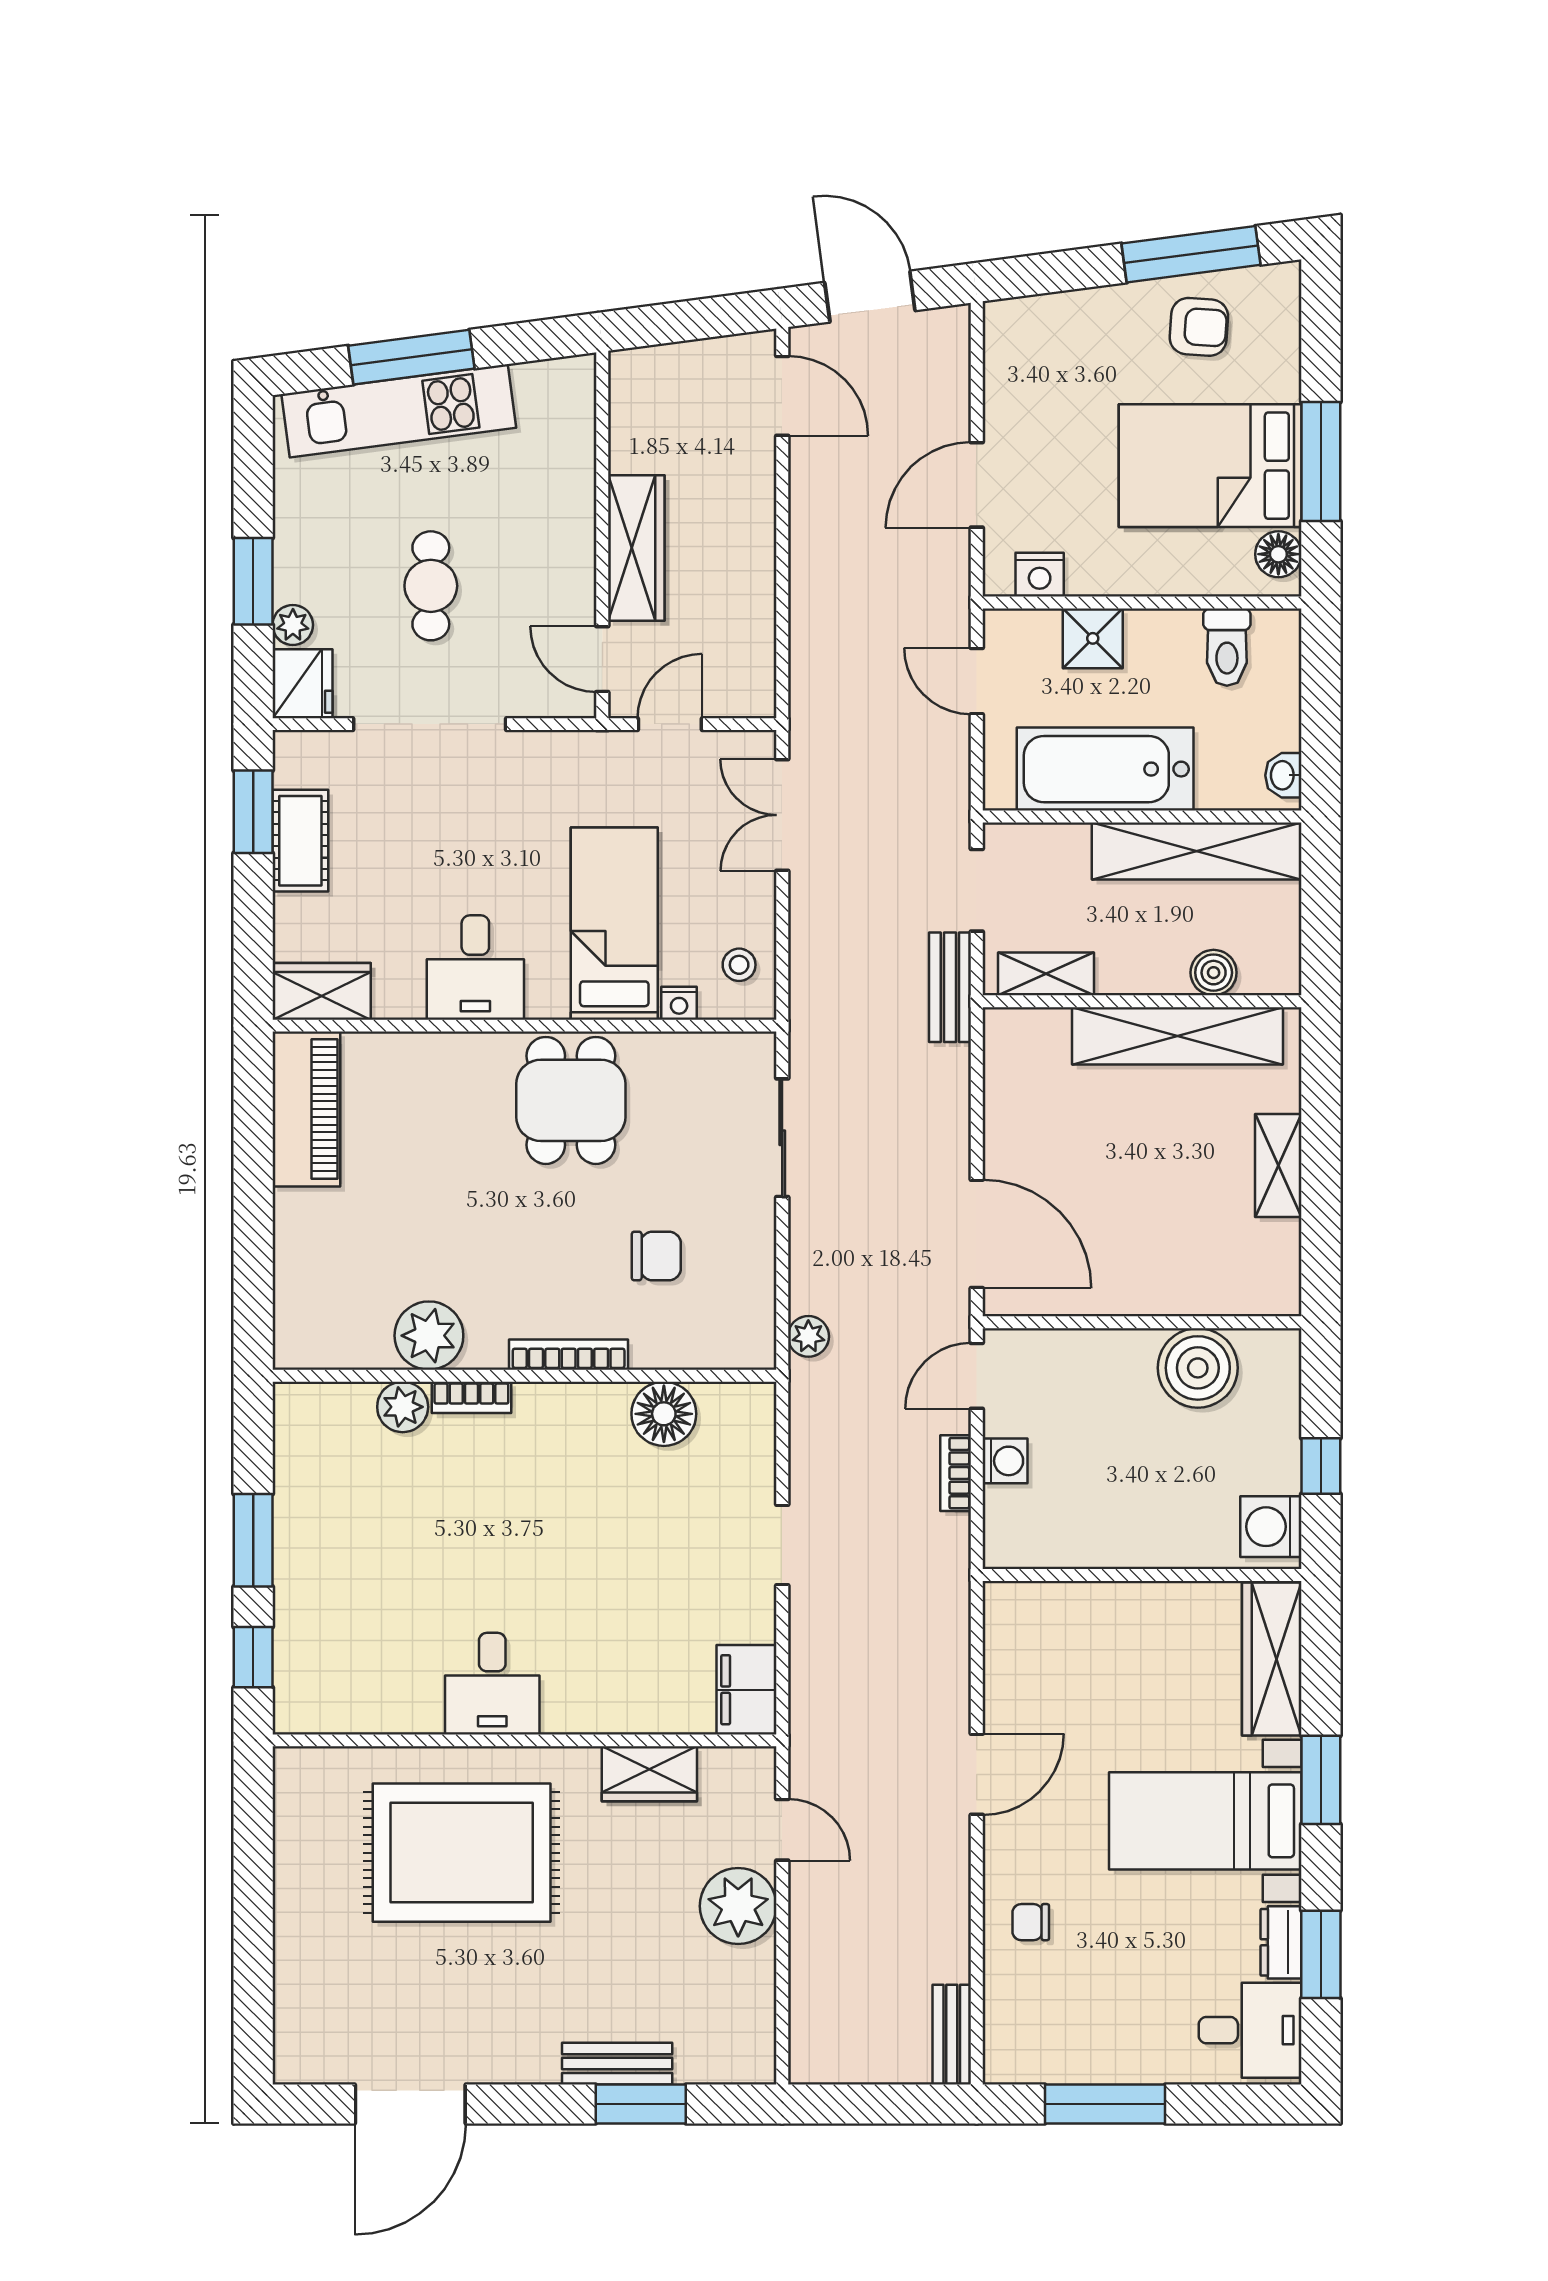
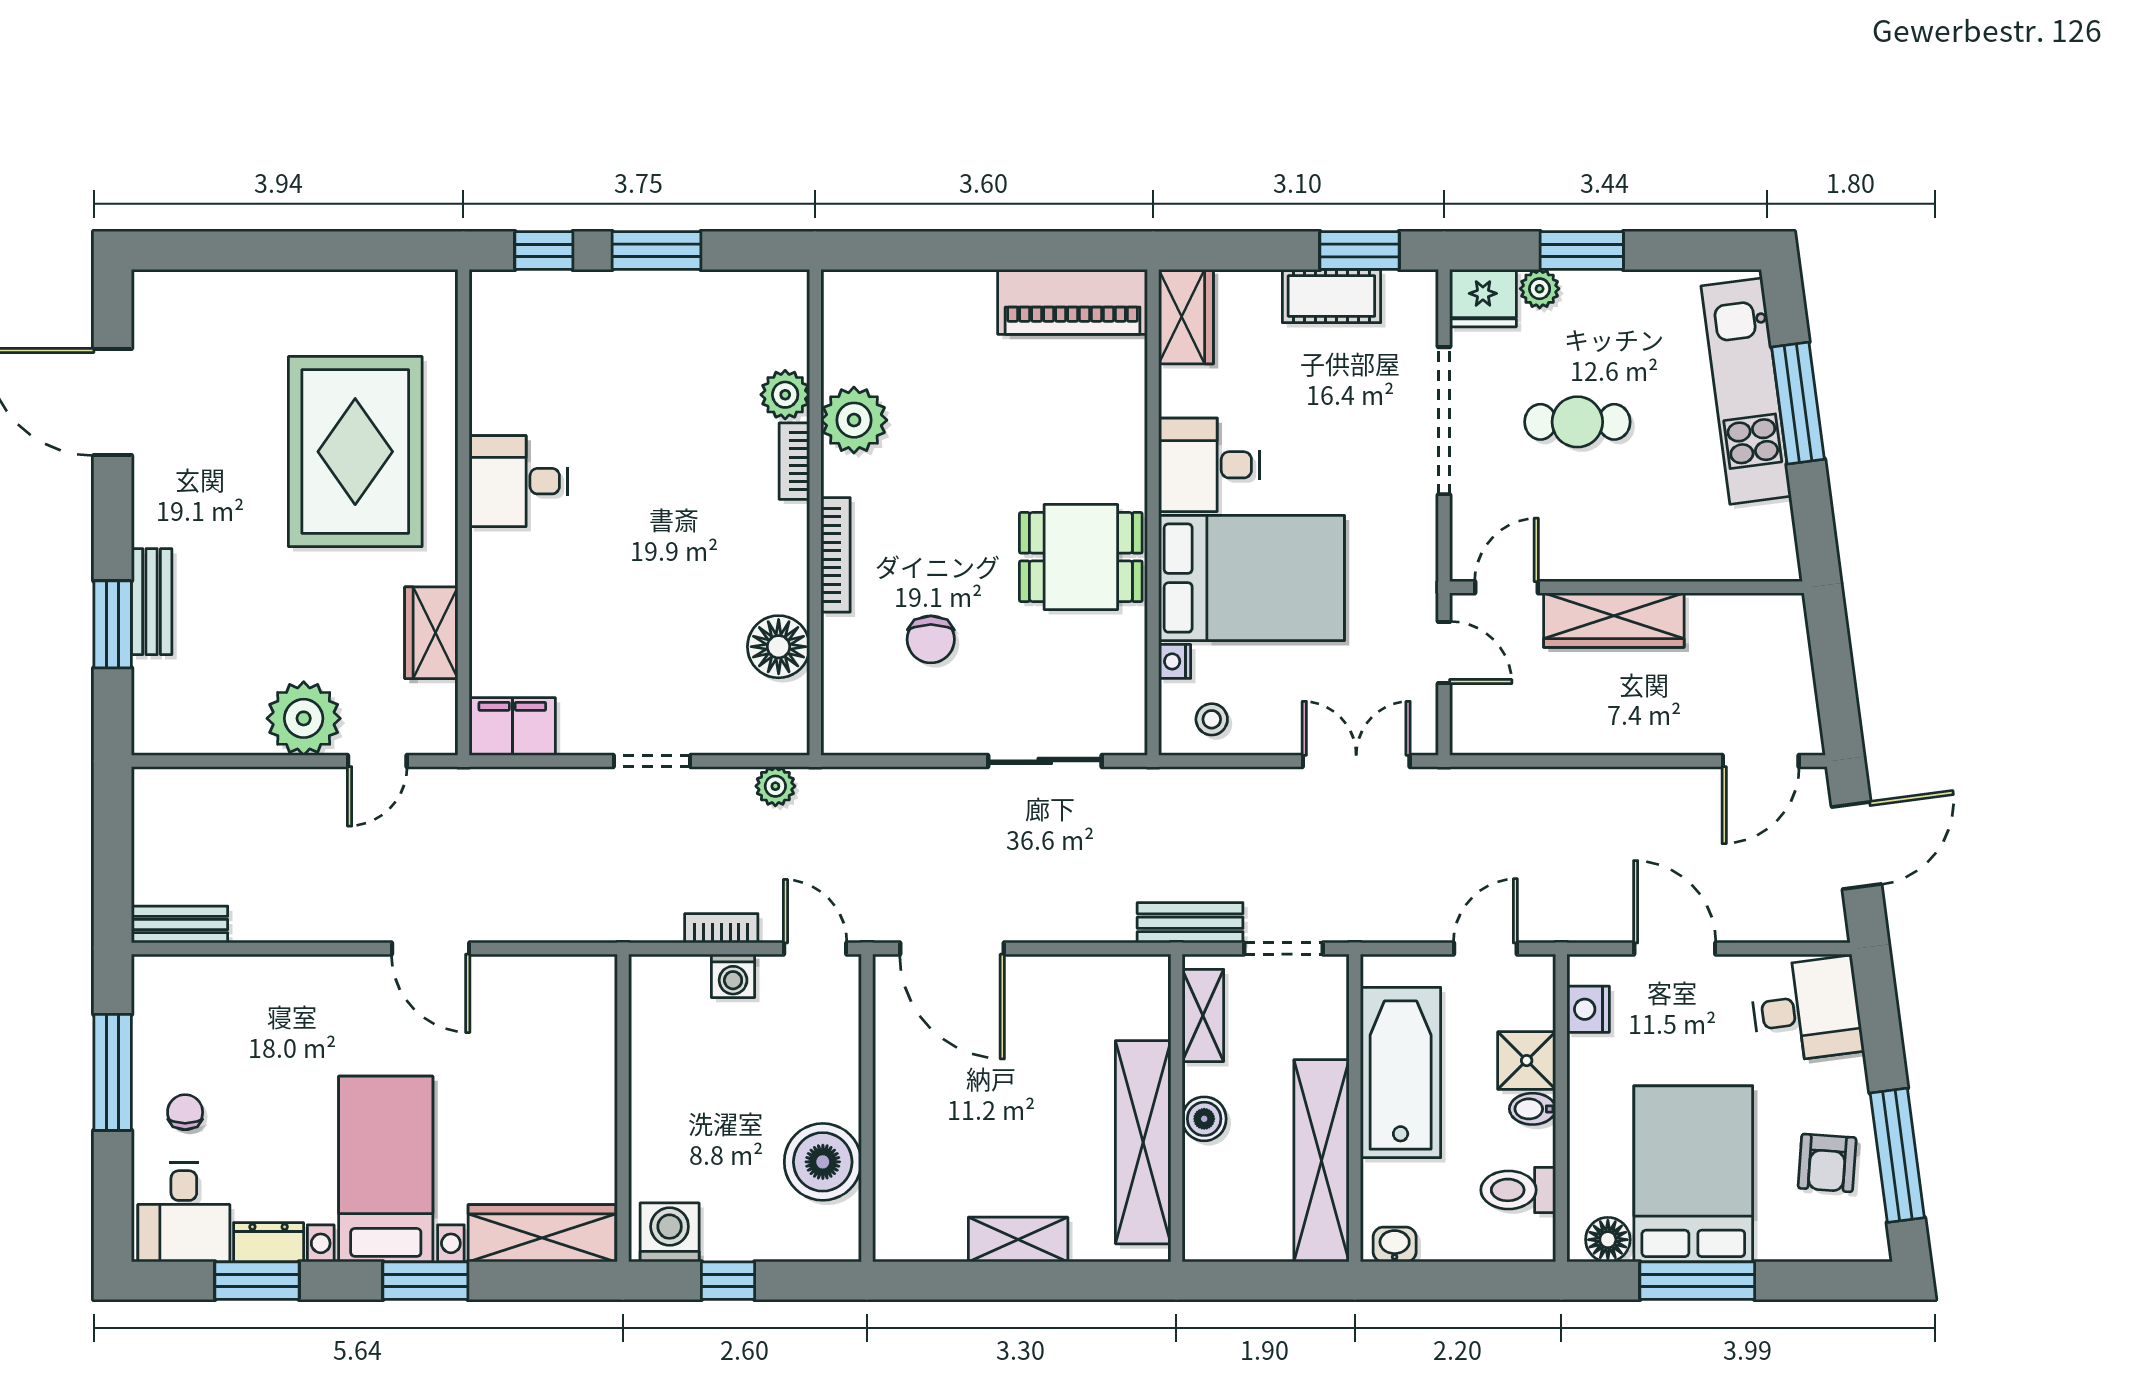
desk: (1040, 348) -> (1806, 1010), added
bidet: (1143, 632) -> (1532, 1109), added
bed: (614, 924) -> (1252, 578), width x1.50
boiler: (1214, 973) -> (1204, 1119), moved
door: (977, 1234) -> (952, 949), hinge flipped
plant: (808, 1336) -> (775, 786), moved
chair: (1031, 1922) -> (185, 1112), moved

